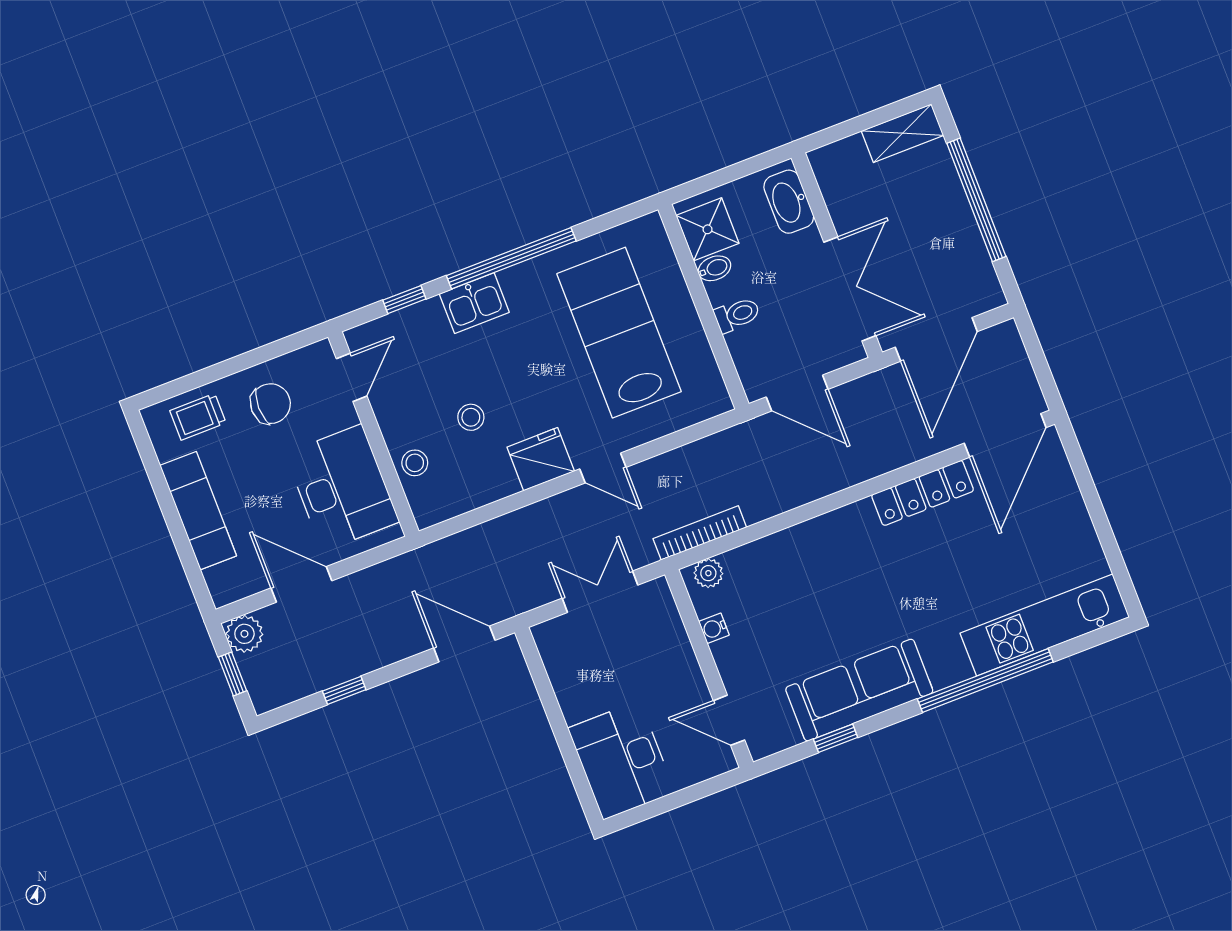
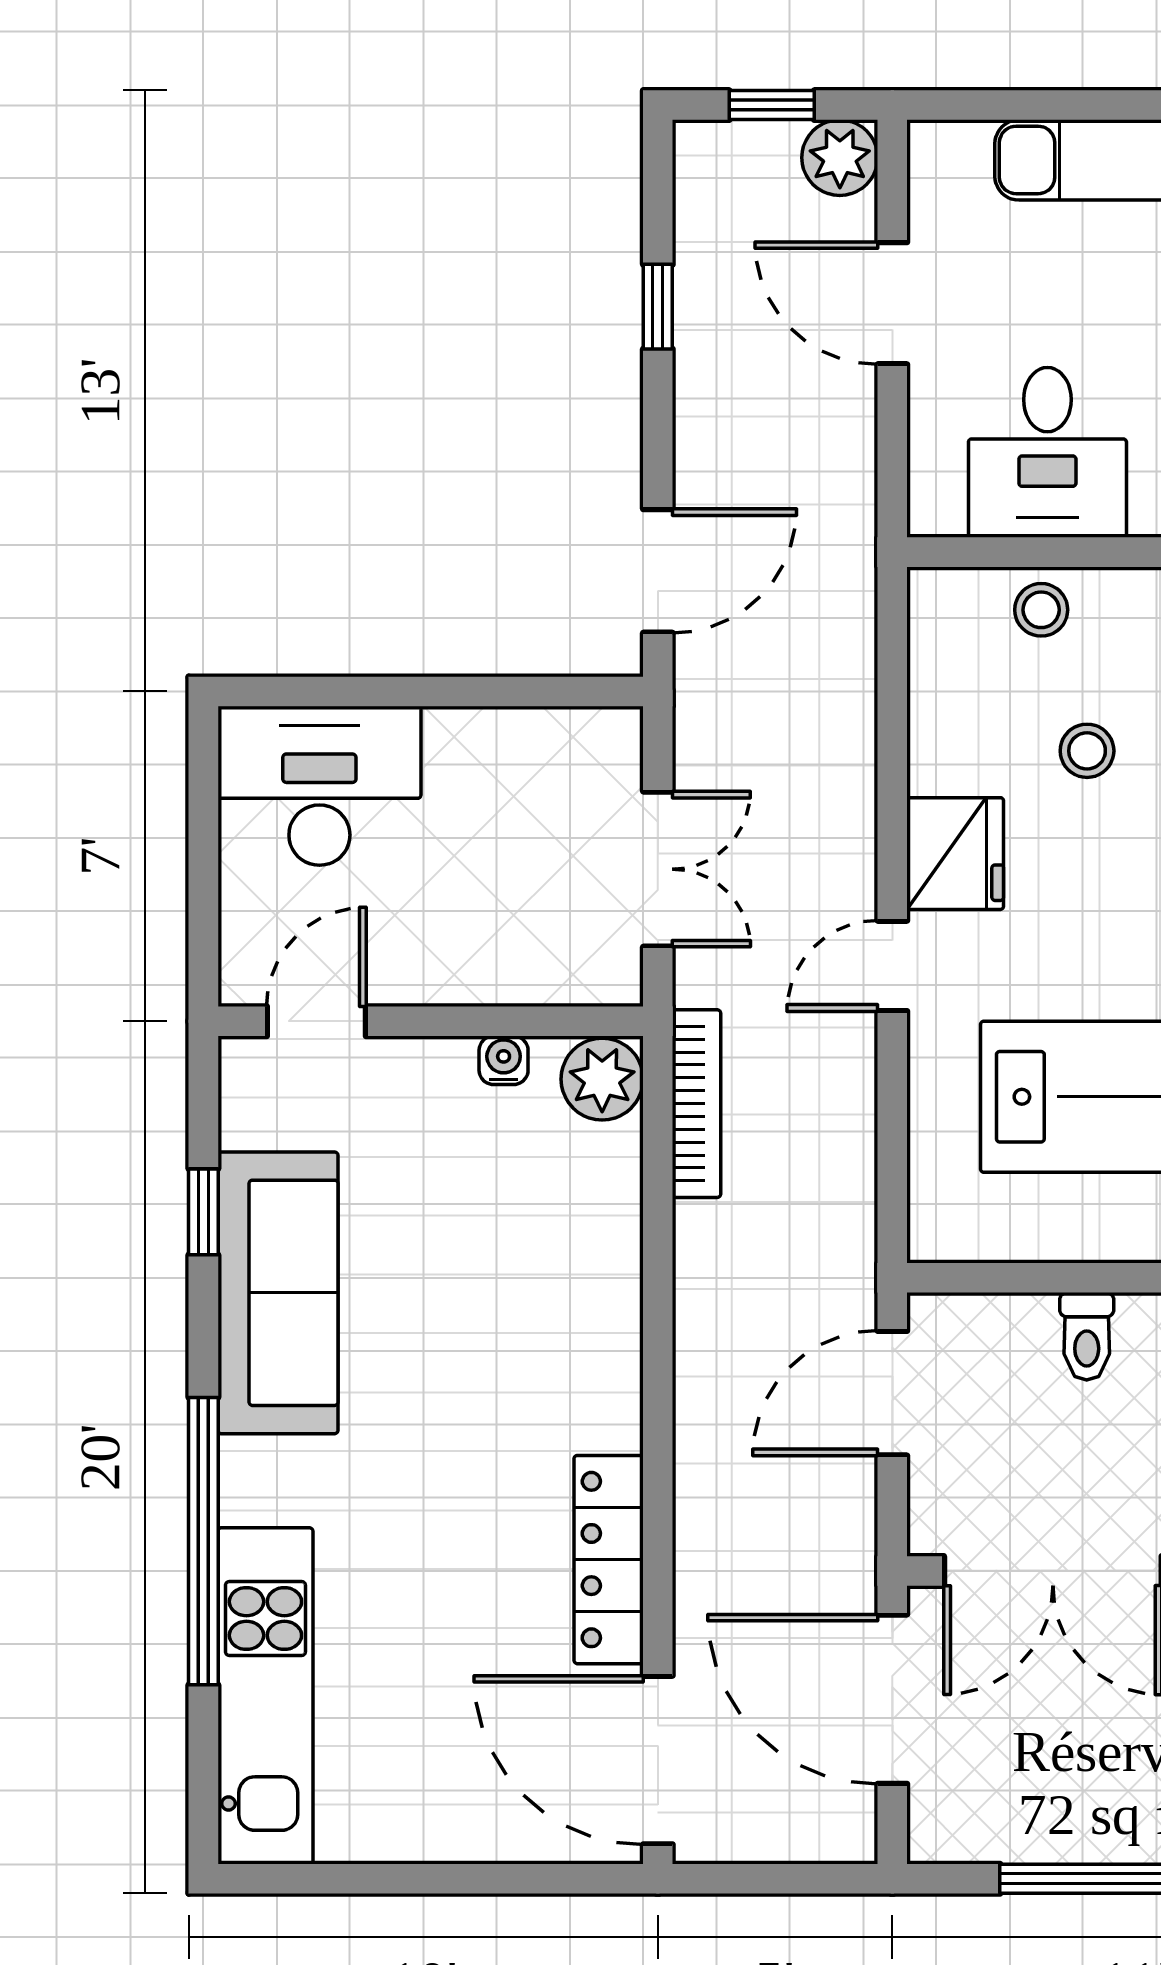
desk: (342, 488) -> (1047, 452), width x0.73
plant: (708, 573) -> (602, 1079), width x1.38, depth x1.38
door: (301, 584) -> (892, 303), swing flipped

